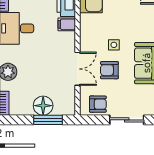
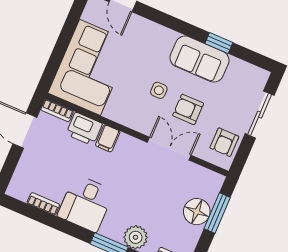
armchair: (109, 70) -> (188, 109), turned 90
armchair: (98, 104) -> (224, 142), turned 180

